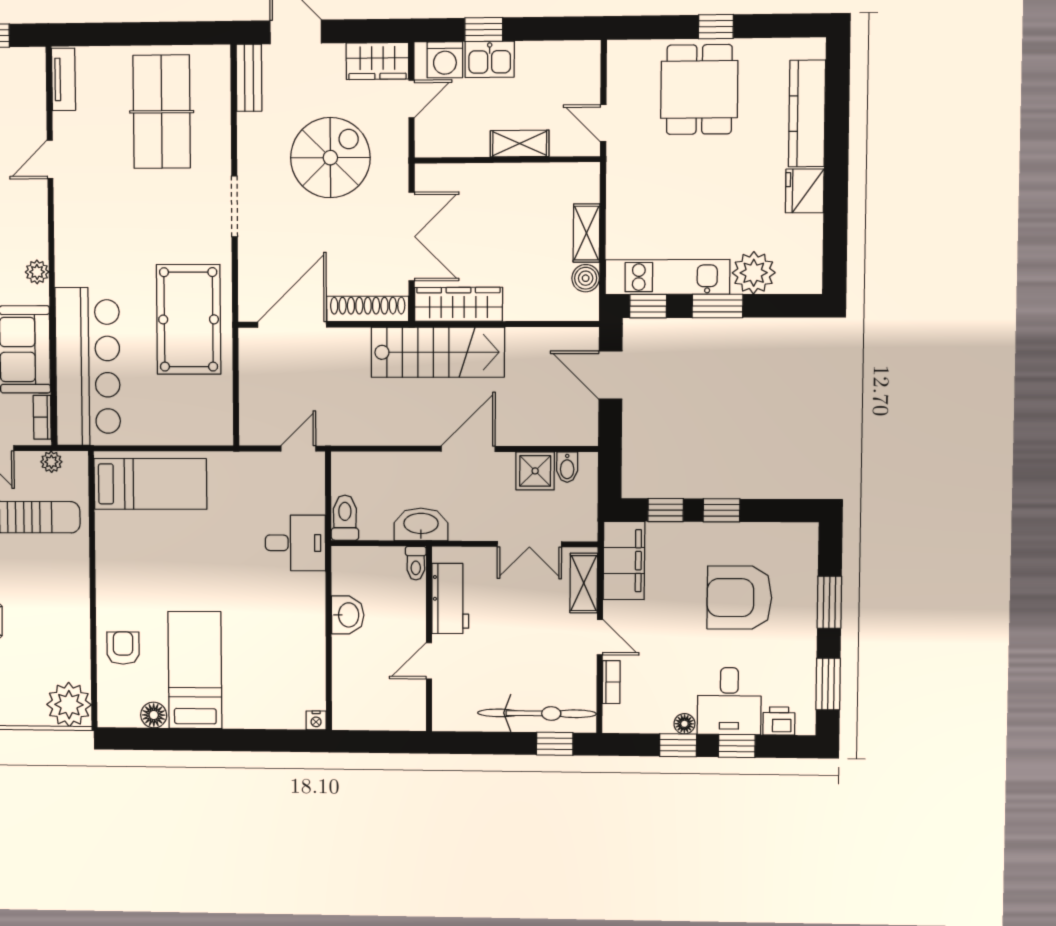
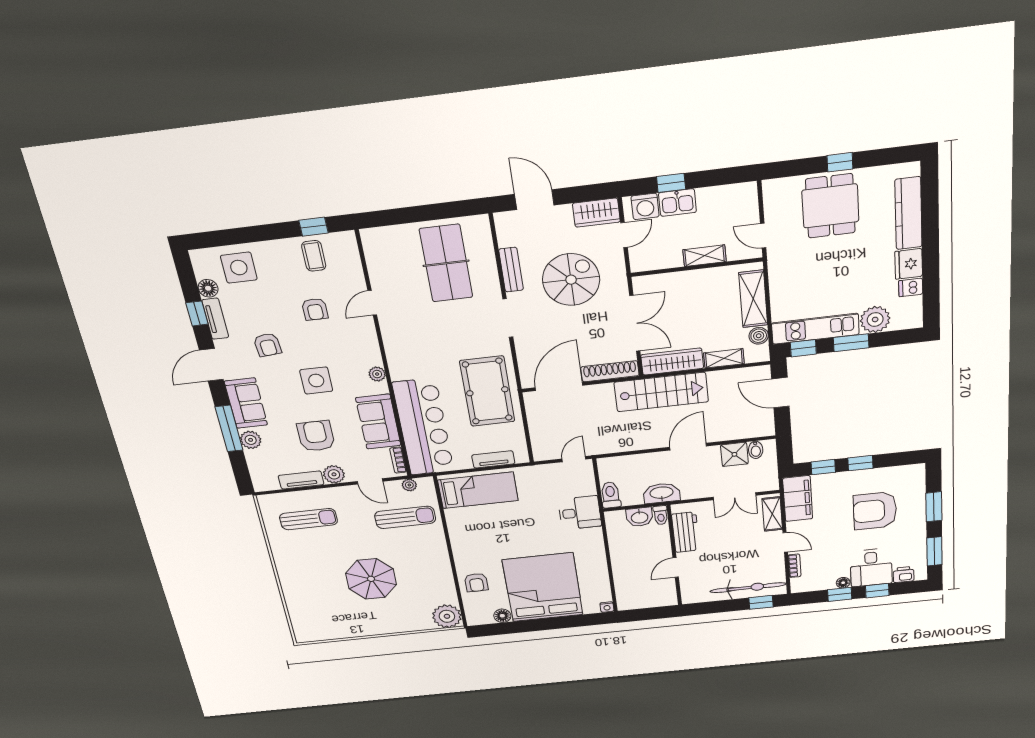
bench: (249, 78) -> (511, 270), moved
tv unit: (63, 79) -> (493, 459), moved, turned -90
dishwasher: (806, 228) -> (911, 287), added
shelving: (587, 233) -> (753, 299), width x1.50, depth x1.33
shelving: (533, 308) -> (724, 358), added
washbasin: (348, 615) -> (640, 517), moved, turned 90
armchair: (123, 648) -> (476, 583), turned 180
bed: (195, 670) -> (543, 587), width x2.04

